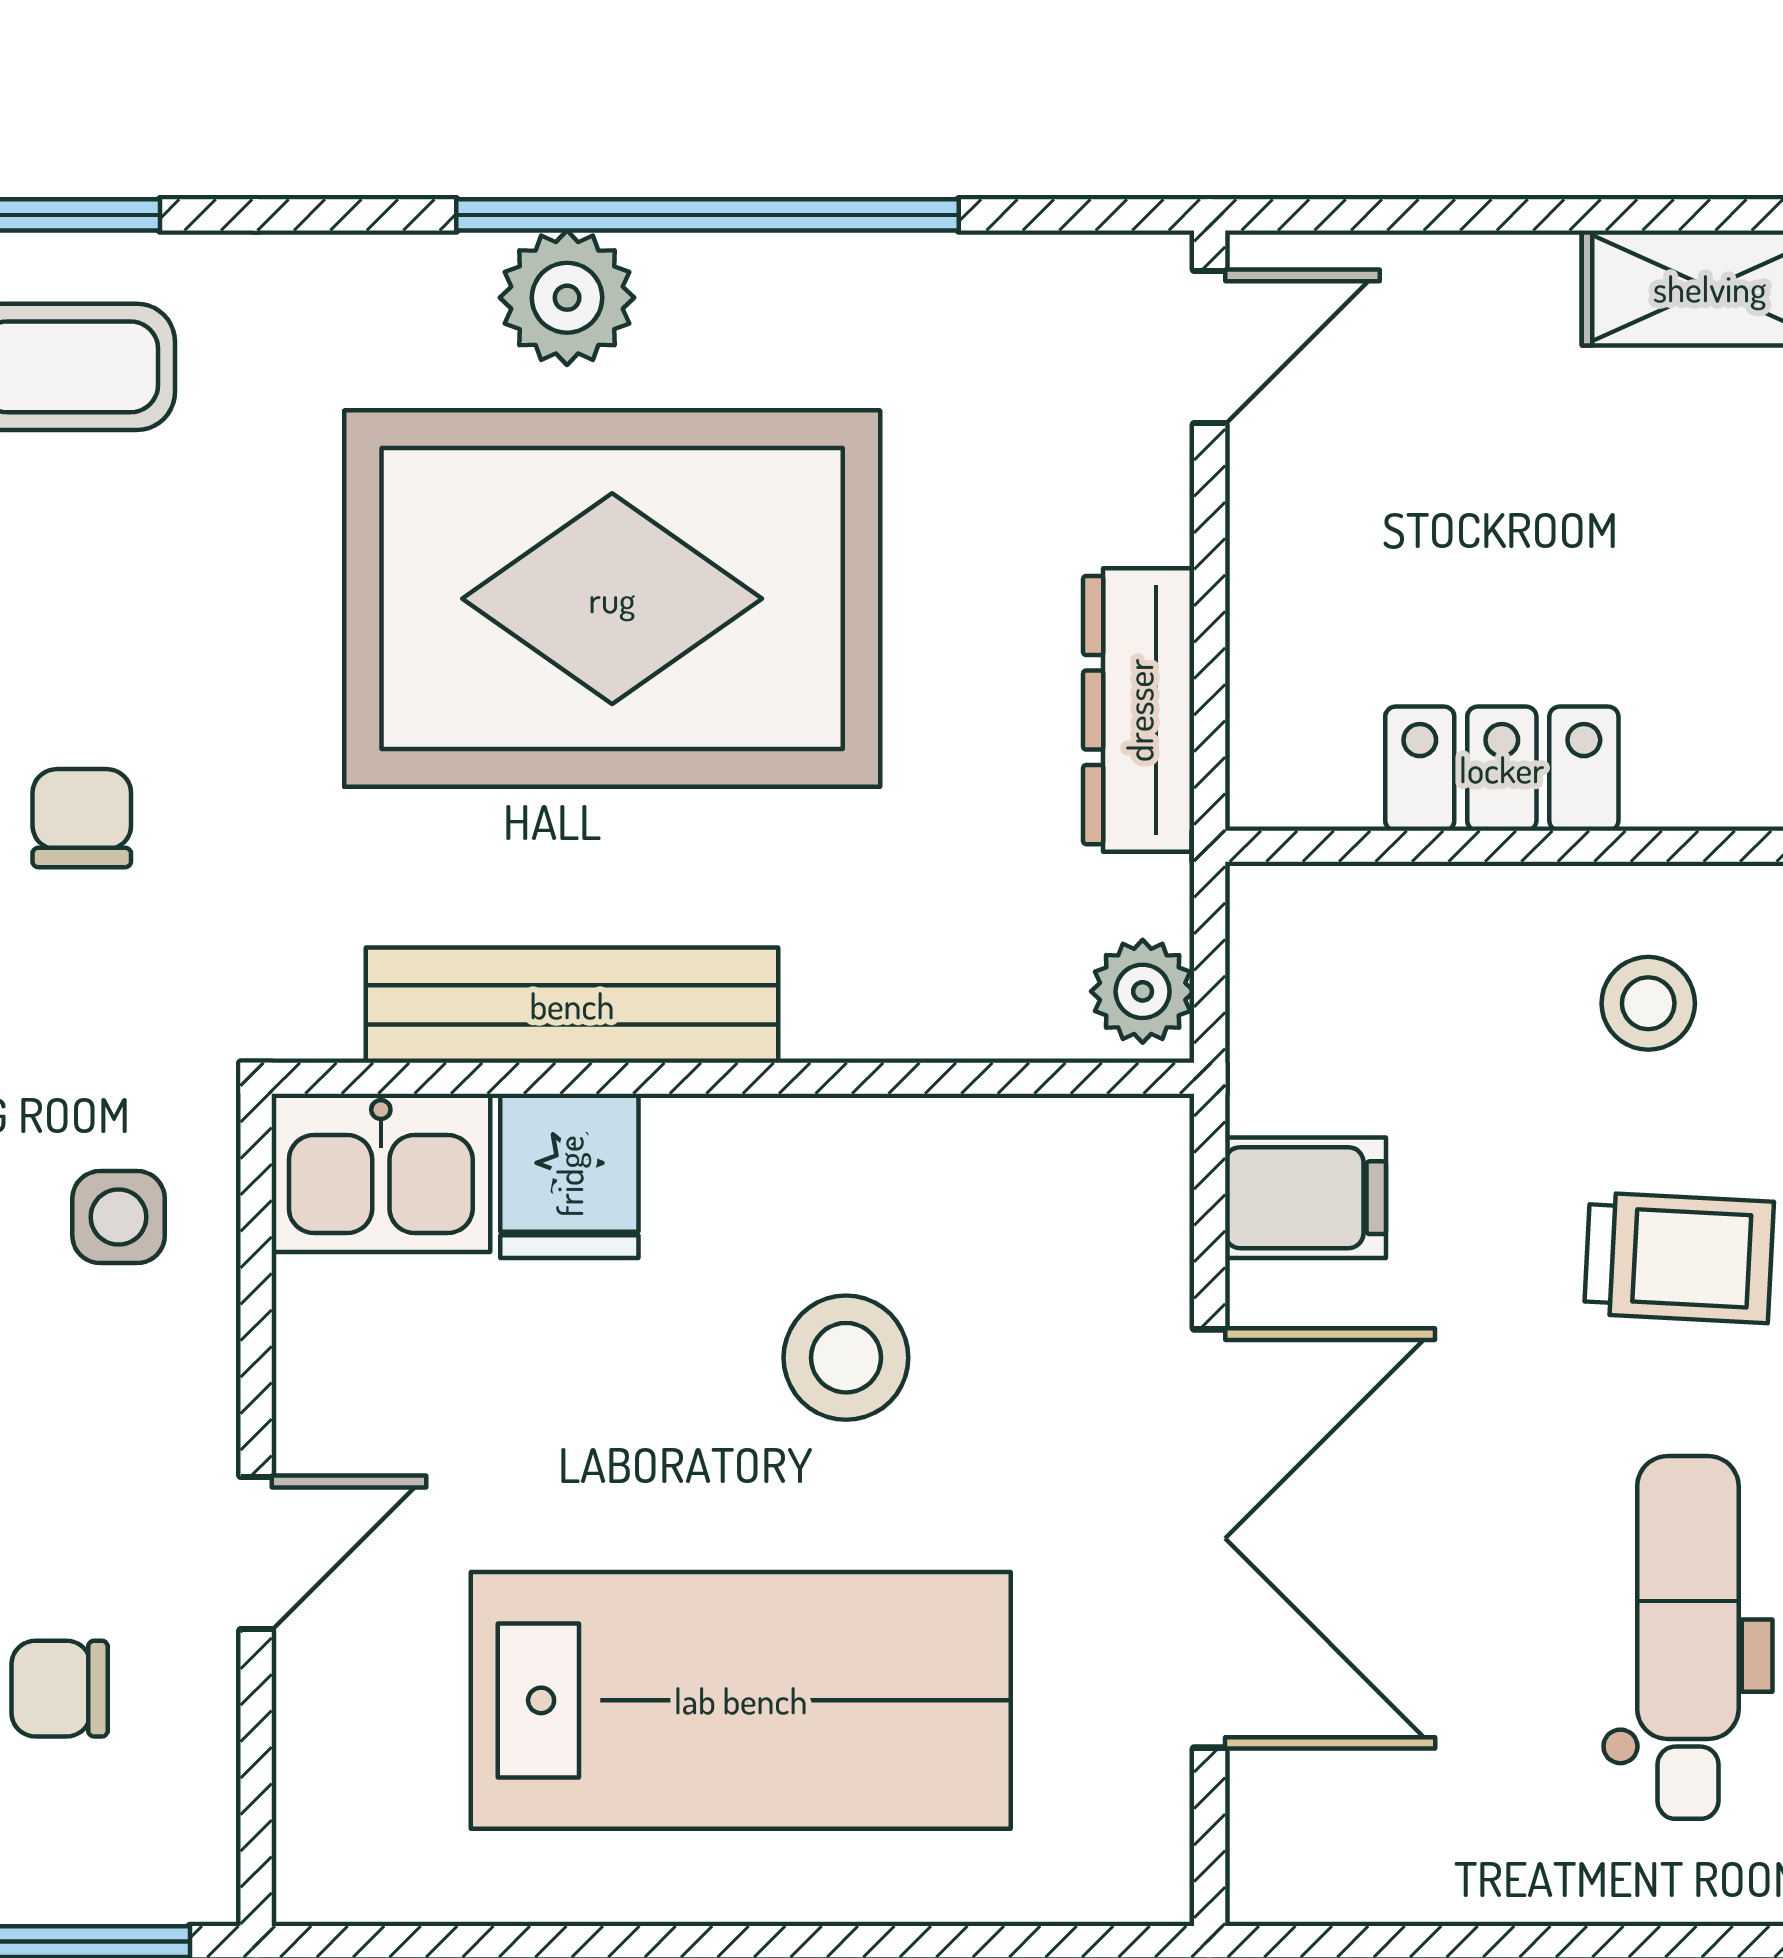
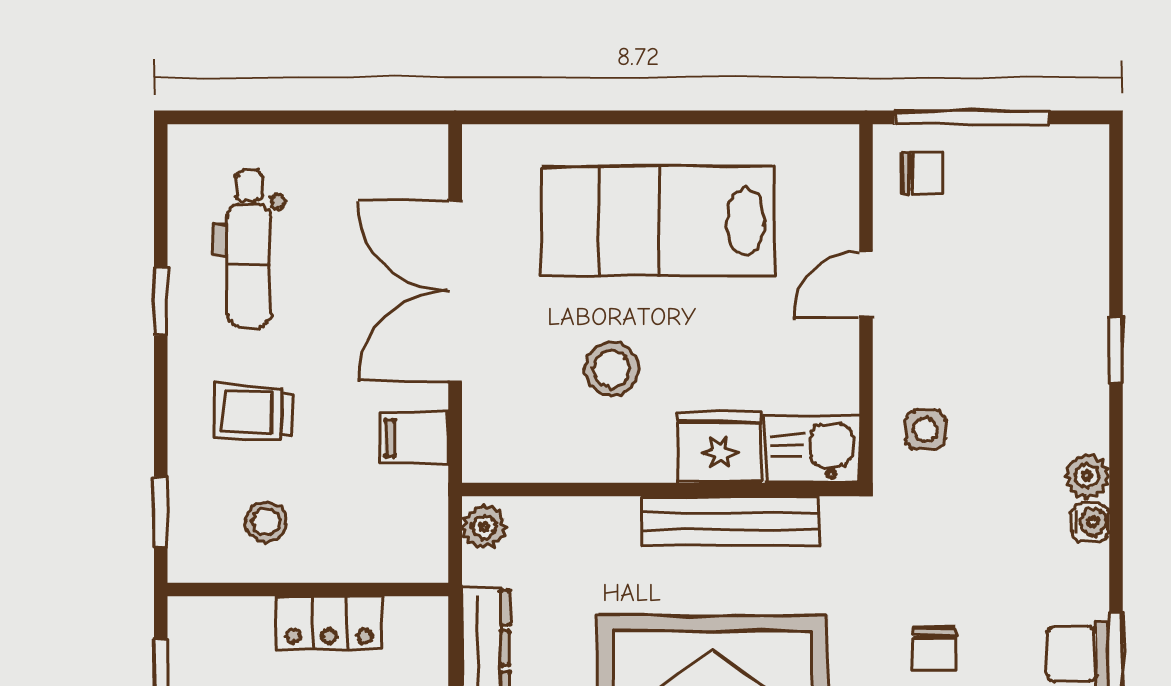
chair: (82, 818) -> (935, 649), moved
fridge: (569, 1176) -> (720, 447), width x1.38
chair: (60, 1689) -> (923, 174), moved

